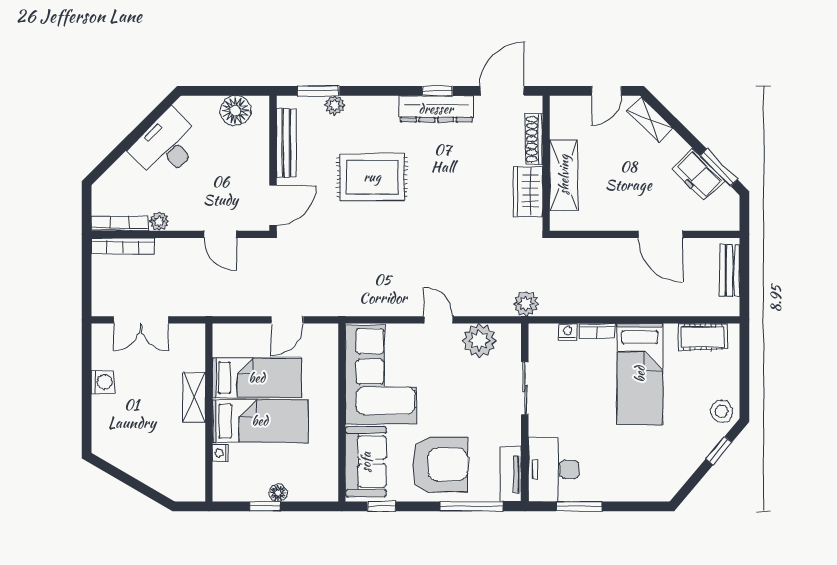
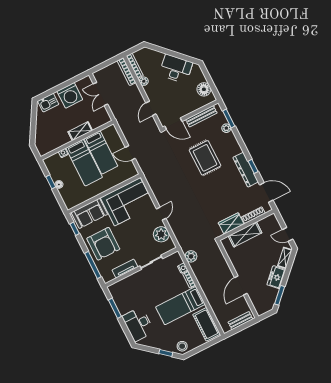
freezer: (698, 175) -> (276, 277), moved
plant: (526, 304) -> (191, 256), moved
cot: (703, 337) -> (206, 324), width x1.37, depth x1.34
washing machine: (103, 382) -> (70, 95), width x1.89, depth x1.89
kitchen sink: (106, 432) -> (48, 103), added
desk: (554, 469) -> (138, 324), moved, turned -90
tv unit: (511, 474) -> (125, 269), moved

